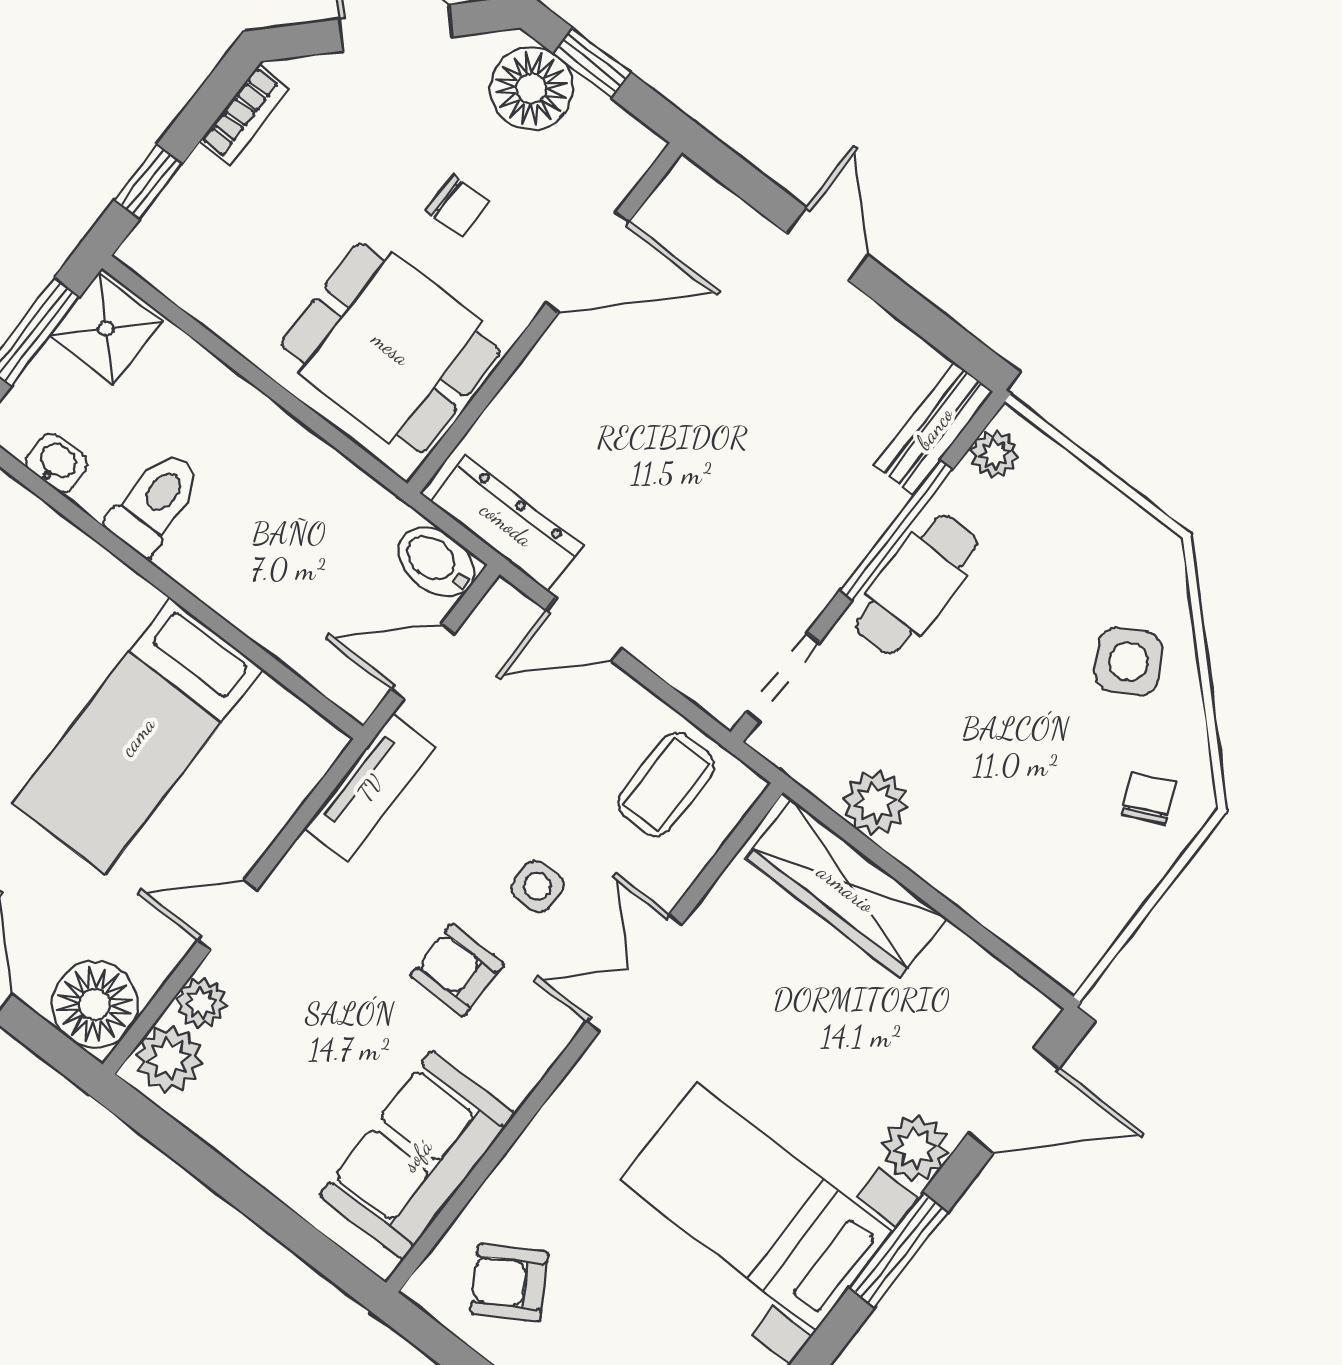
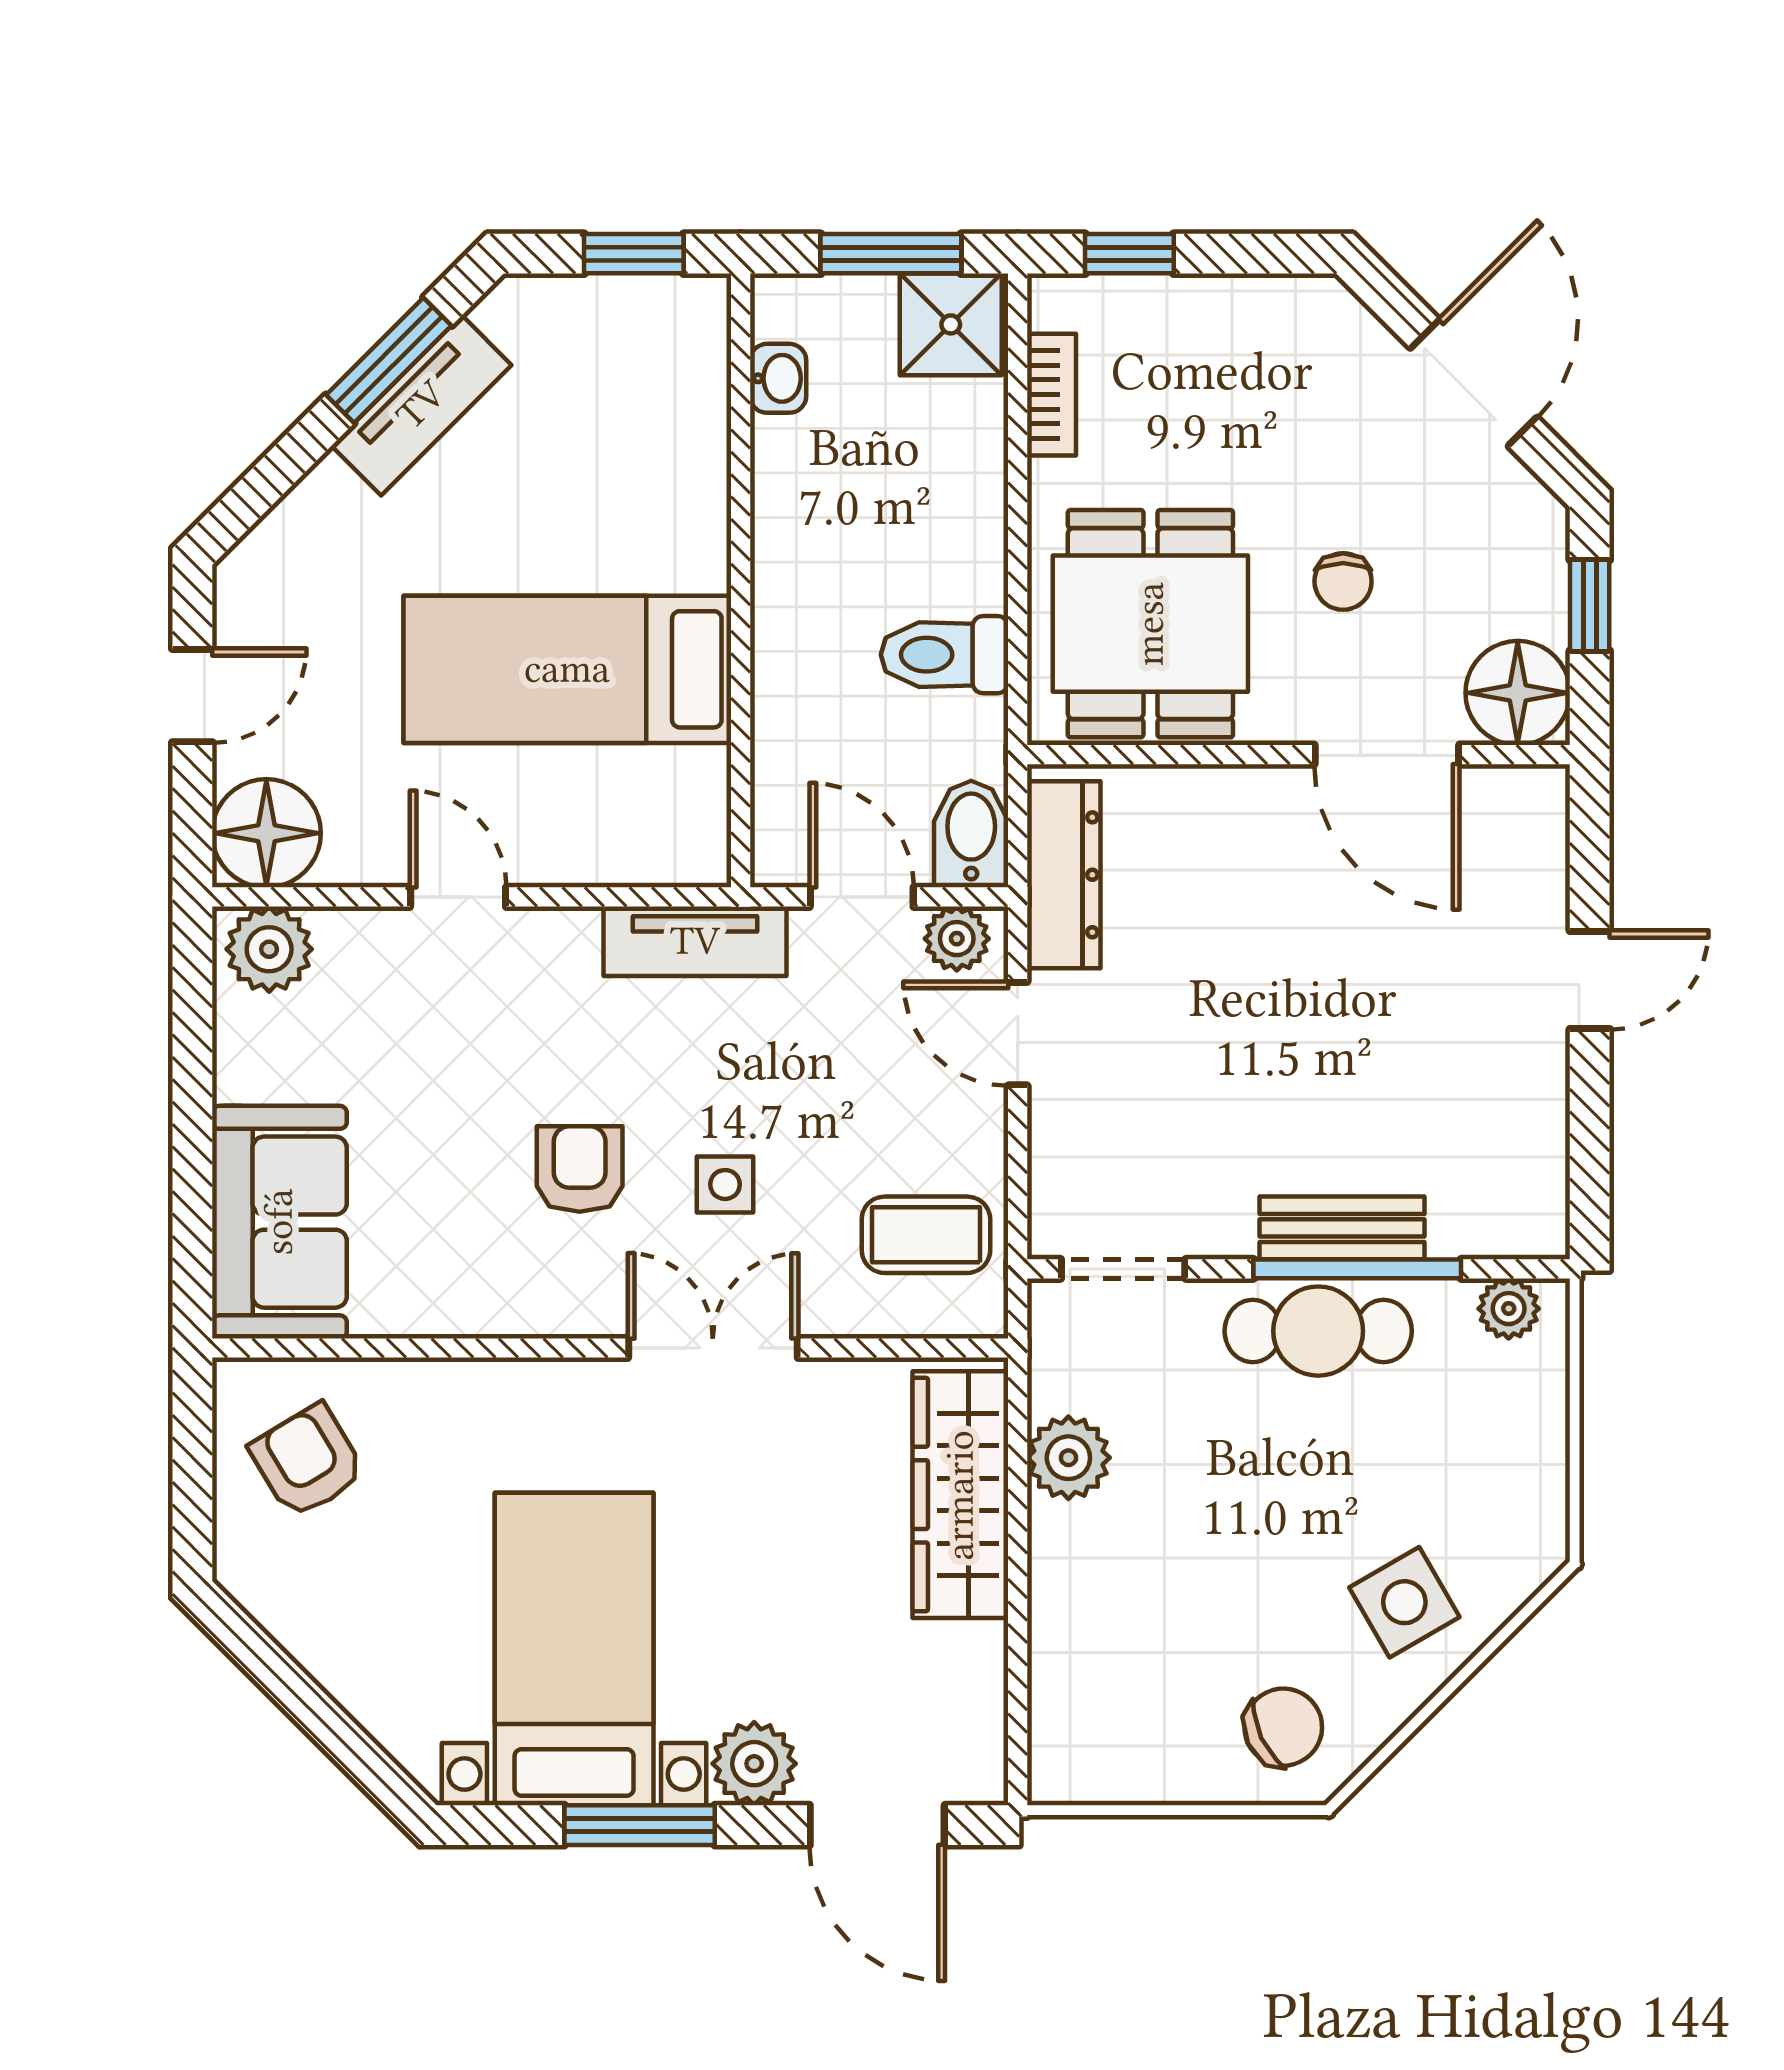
floor lamp: (531, 88) -> (1518, 693), moved
bookcase: (244, 115) -> (1052, 395), moved, turned -90
bench: (934, 428) -> (1342, 1228), moved
toilet: (155, 503) -> (944, 655), moved, turned 180
chair: (1148, 798) -> (1283, 1727), width x1.37, depth x1.37
plant: (202, 1003) -> (957, 939), moved
sofa: (417, 1155) -> (279, 1222), moved, turned 90

